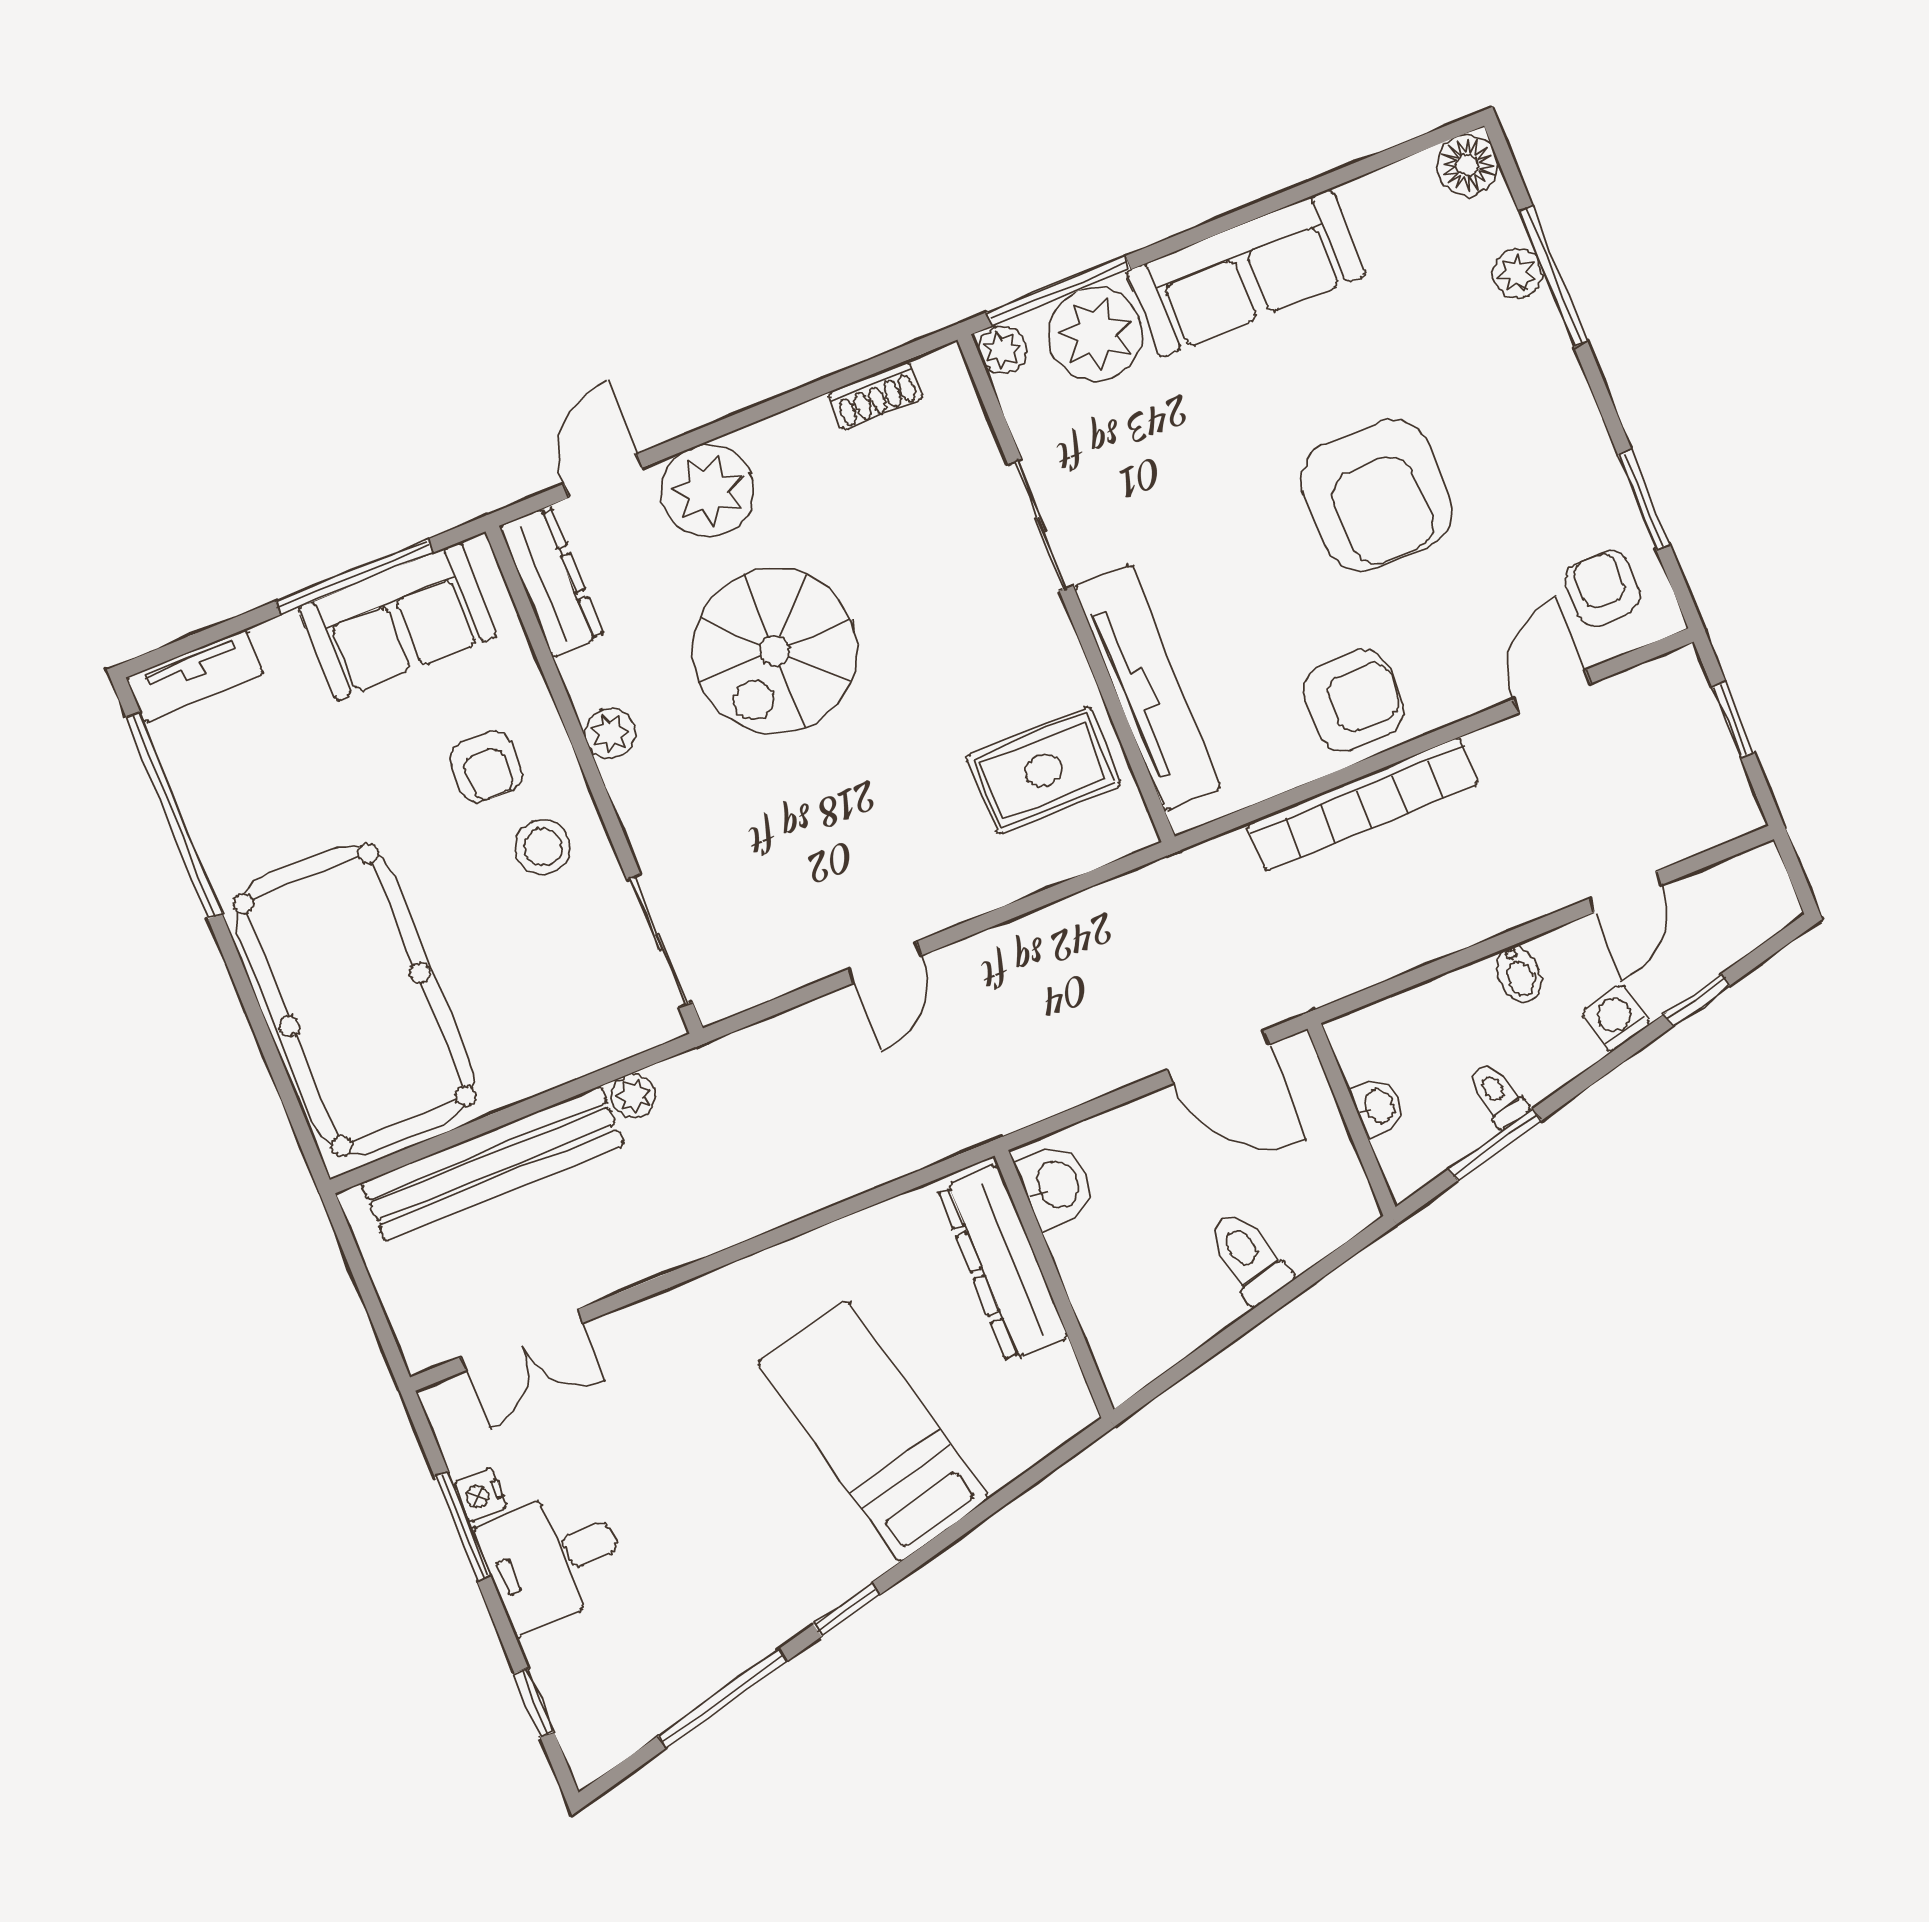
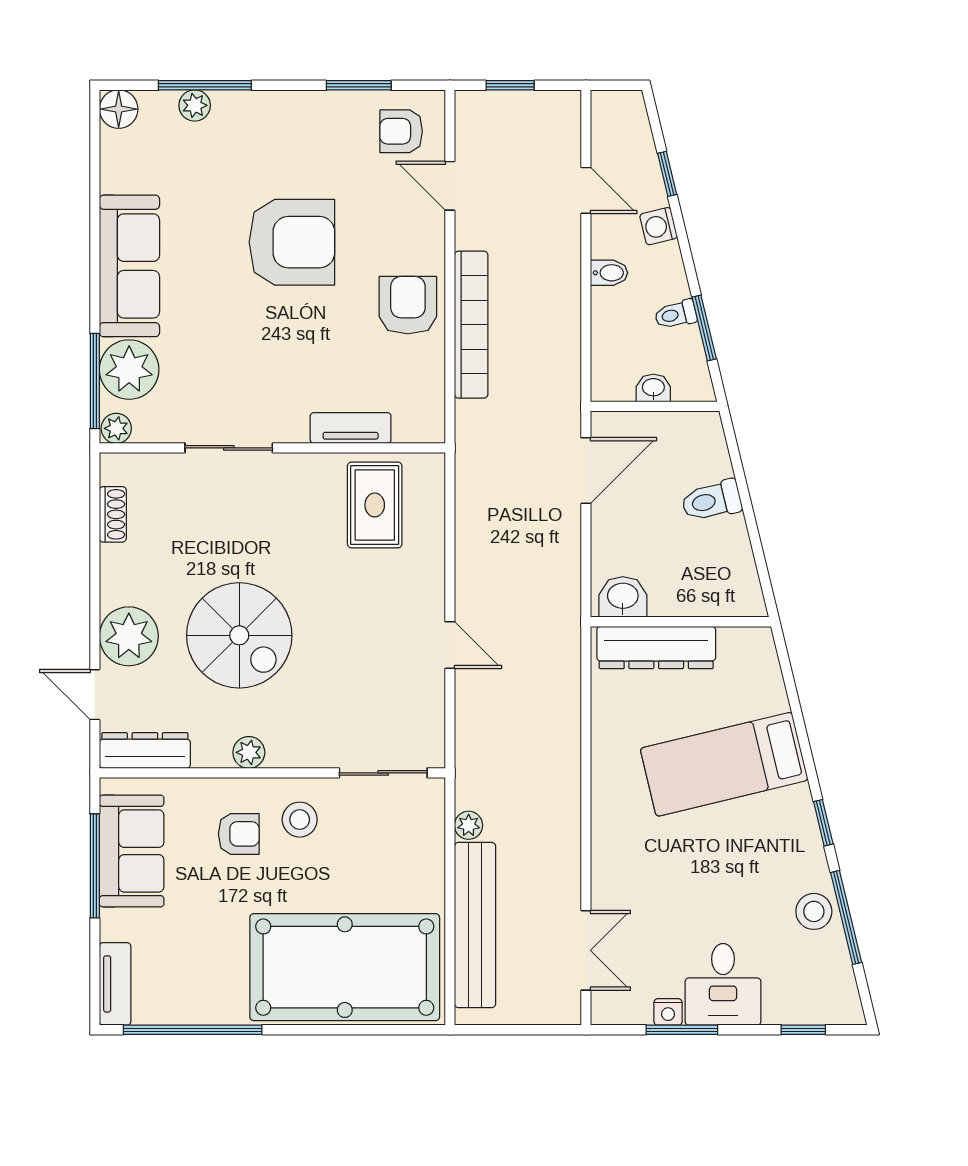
tv unit: (1148, 687) -> (351, 428), width x0.52, depth x0.78
stool: (712, 1648) -> (814, 911), added

